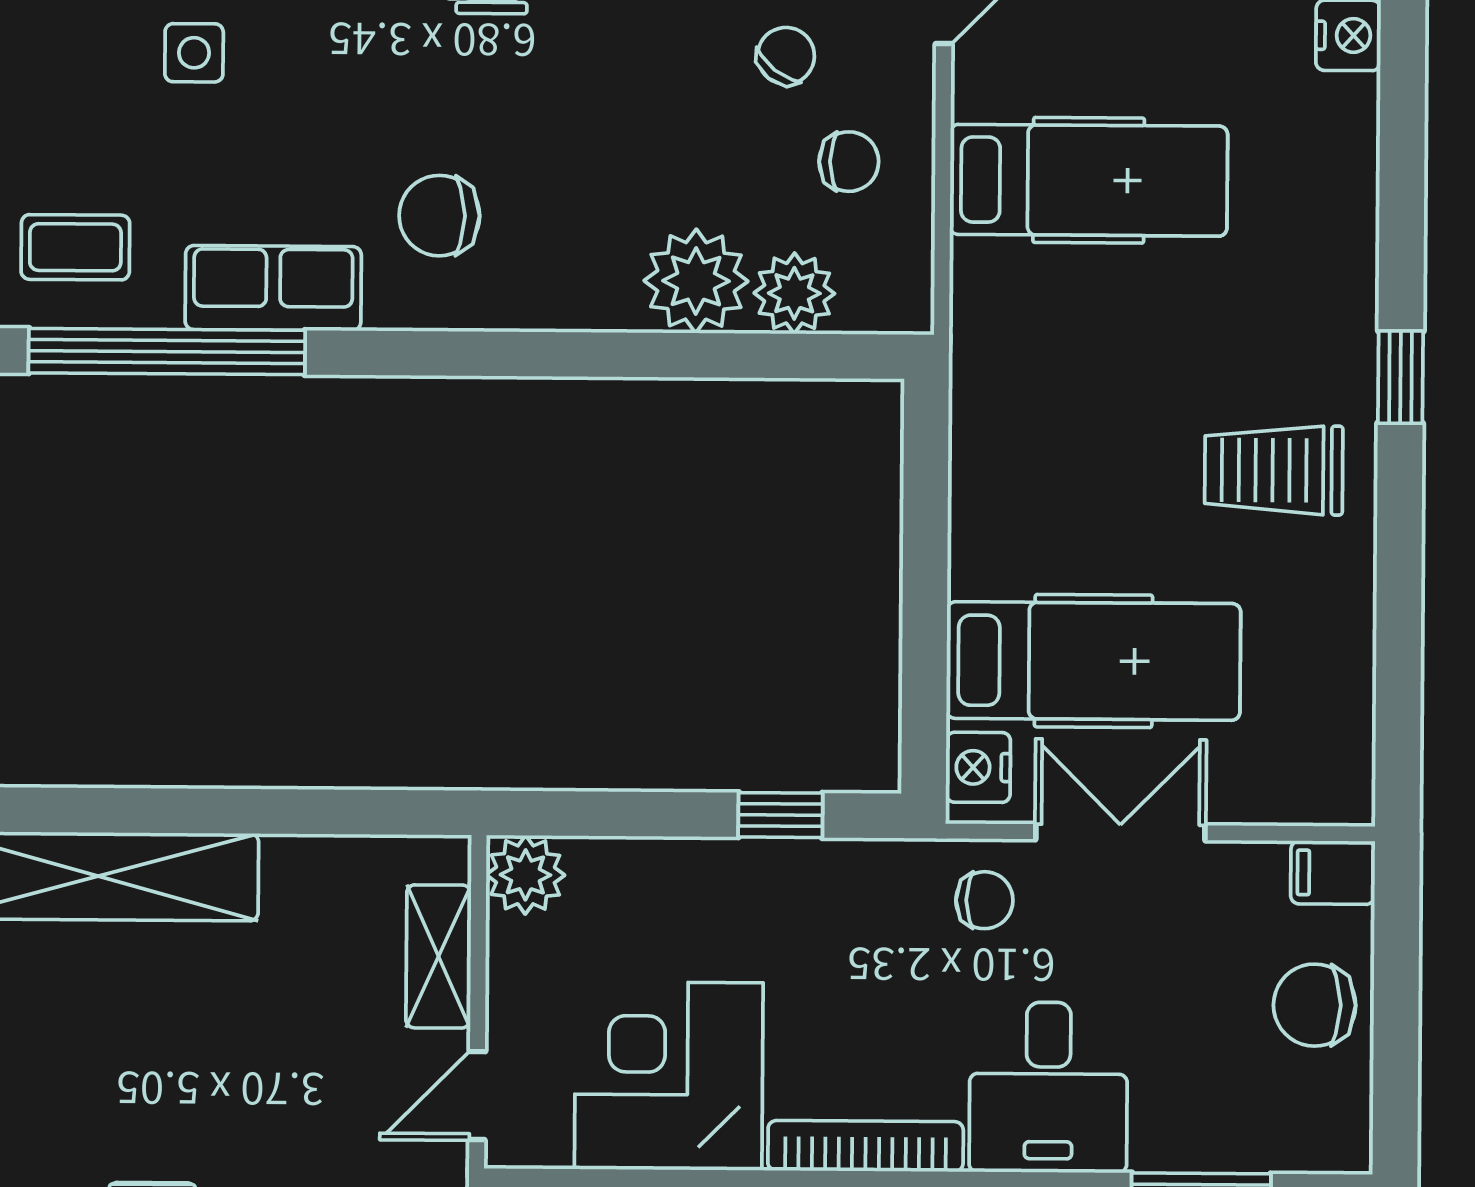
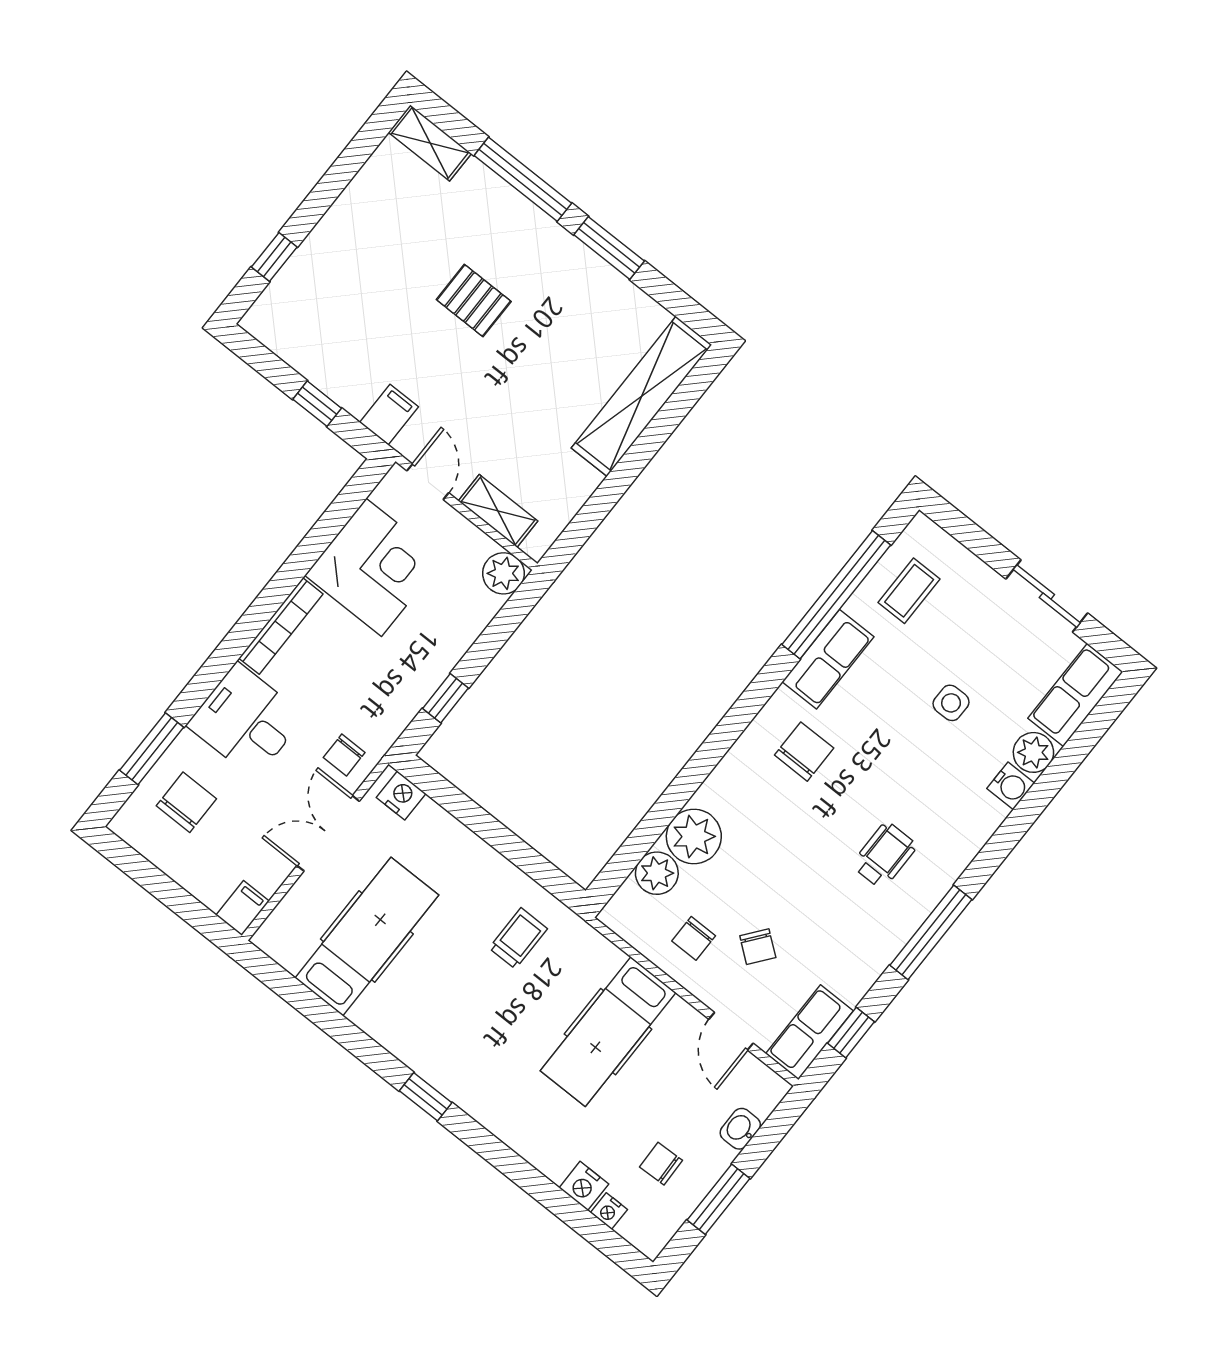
trolley: (1274, 470) -> (518, 938), moved, width x0.73, depth x0.72
hospital bed: (1093, 661) -> (367, 936), moved, turned 180
double door: (1120, 832) -> (328, 833), swing flipped
chair: (1315, 1005) -> (186, 802), moved

